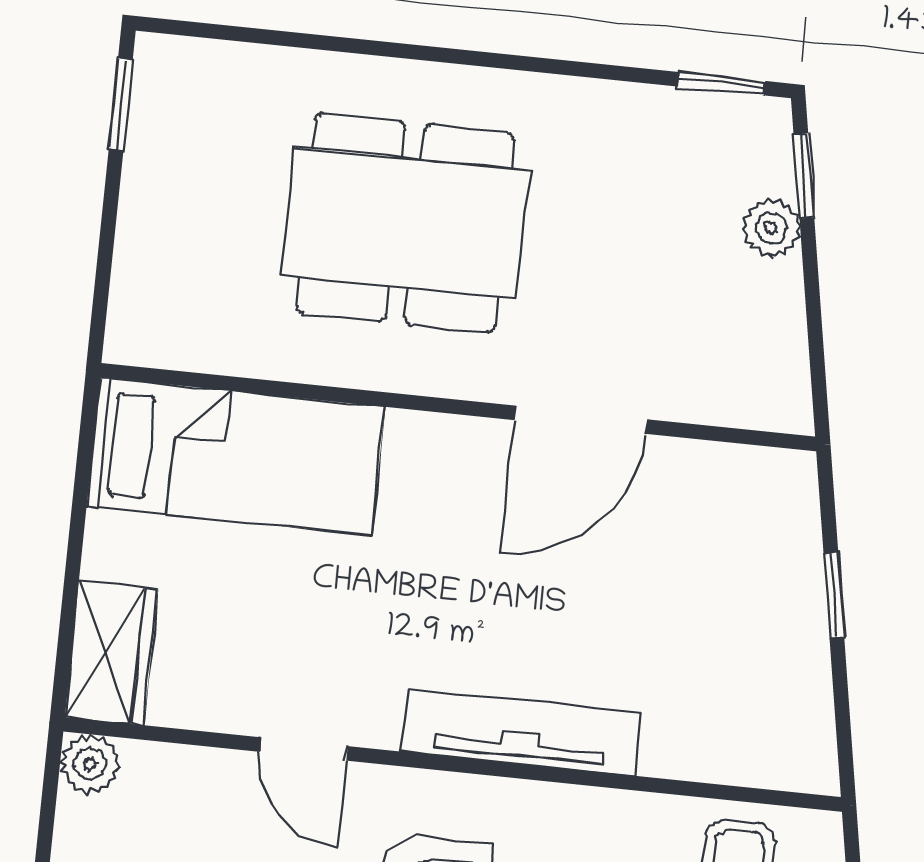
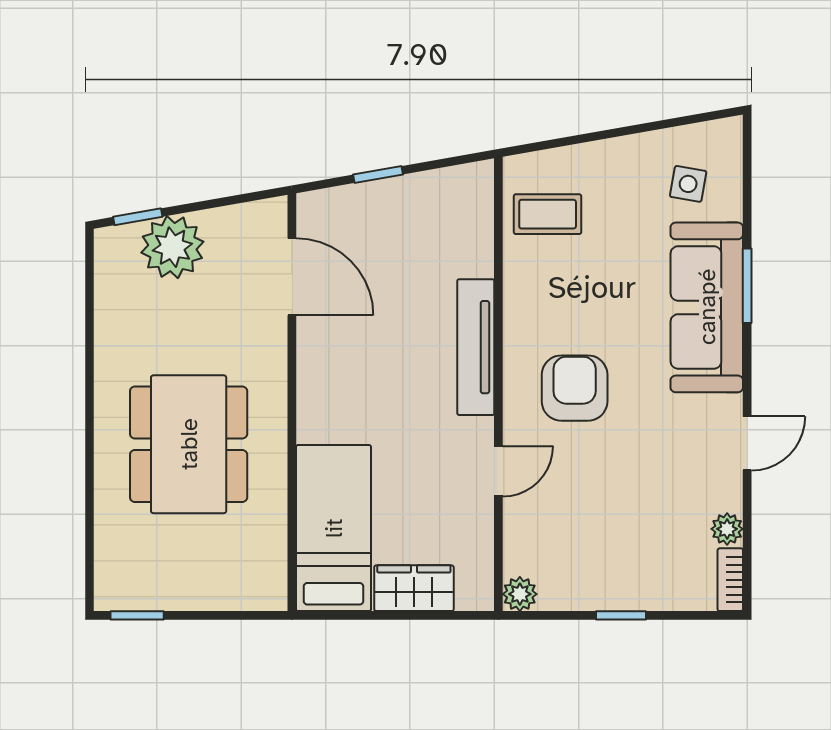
window: (722, 84) -> (90, 270), removed
plant: (771, 228) -> (172, 247), width x1.88, depth x1.88
door: (581, 420) -> (292, 277), moved
wardrobe: (111, 653) -> (414, 588), moved

